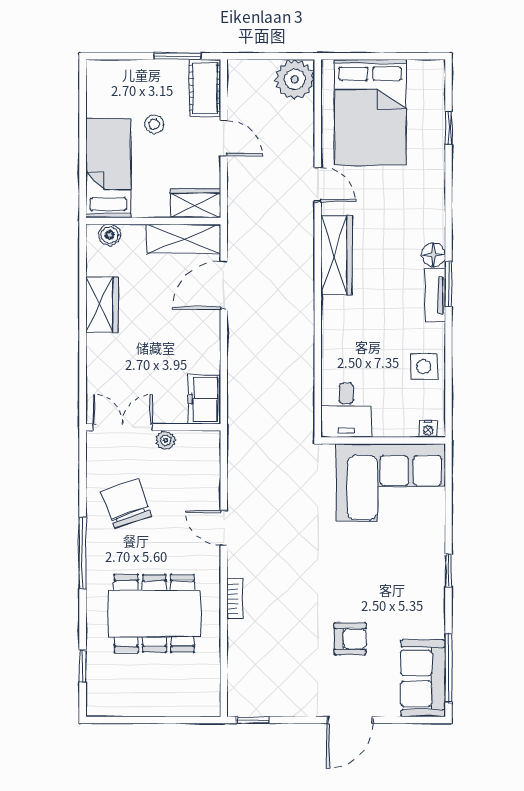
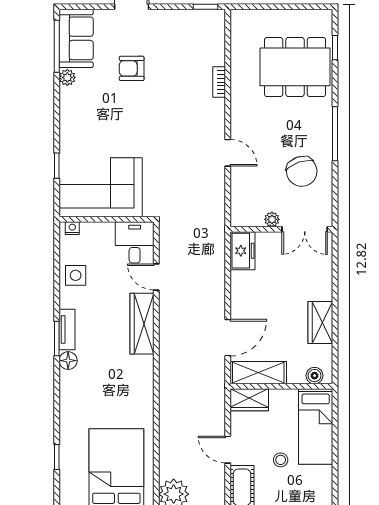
door: (318, 184) -> (156, 277), moved
wardrobe: (336, 255) -> (142, 324), moved
window: (448, 571) -> (57, 166), moved
bookcase: (235, 599) -> (219, 82), moved
dining table: (154, 613) -> (295, 67), moved
plant: (435, 627) -> (67, 77), added

